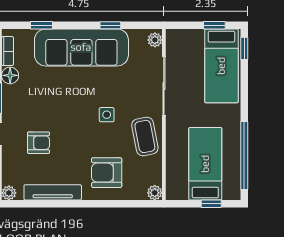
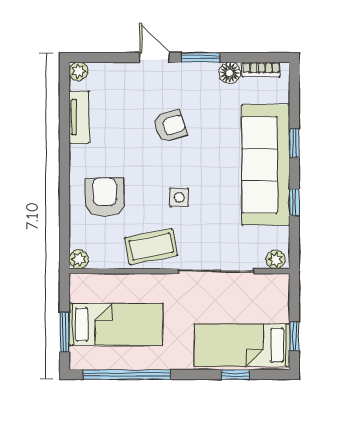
window: (41, 25) -> (294, 143), moved
window: (244, 48) -> (235, 375), moved
armchair: (39, 143) -> (170, 126), moved, turned -108
tv unit: (53, 192) -> (79, 117), width x0.71
window: (211, 204) -> (65, 332), width x1.50

